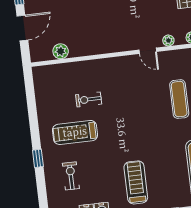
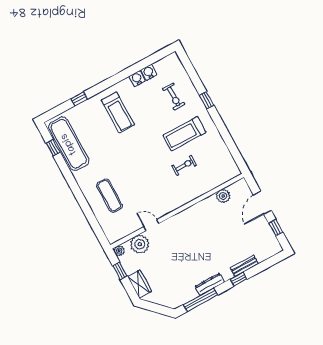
plant: (168, 41) -> (140, 244), width x1.87, depth x1.87
treadmill: (75, 132) -> (185, 134), turned 180

